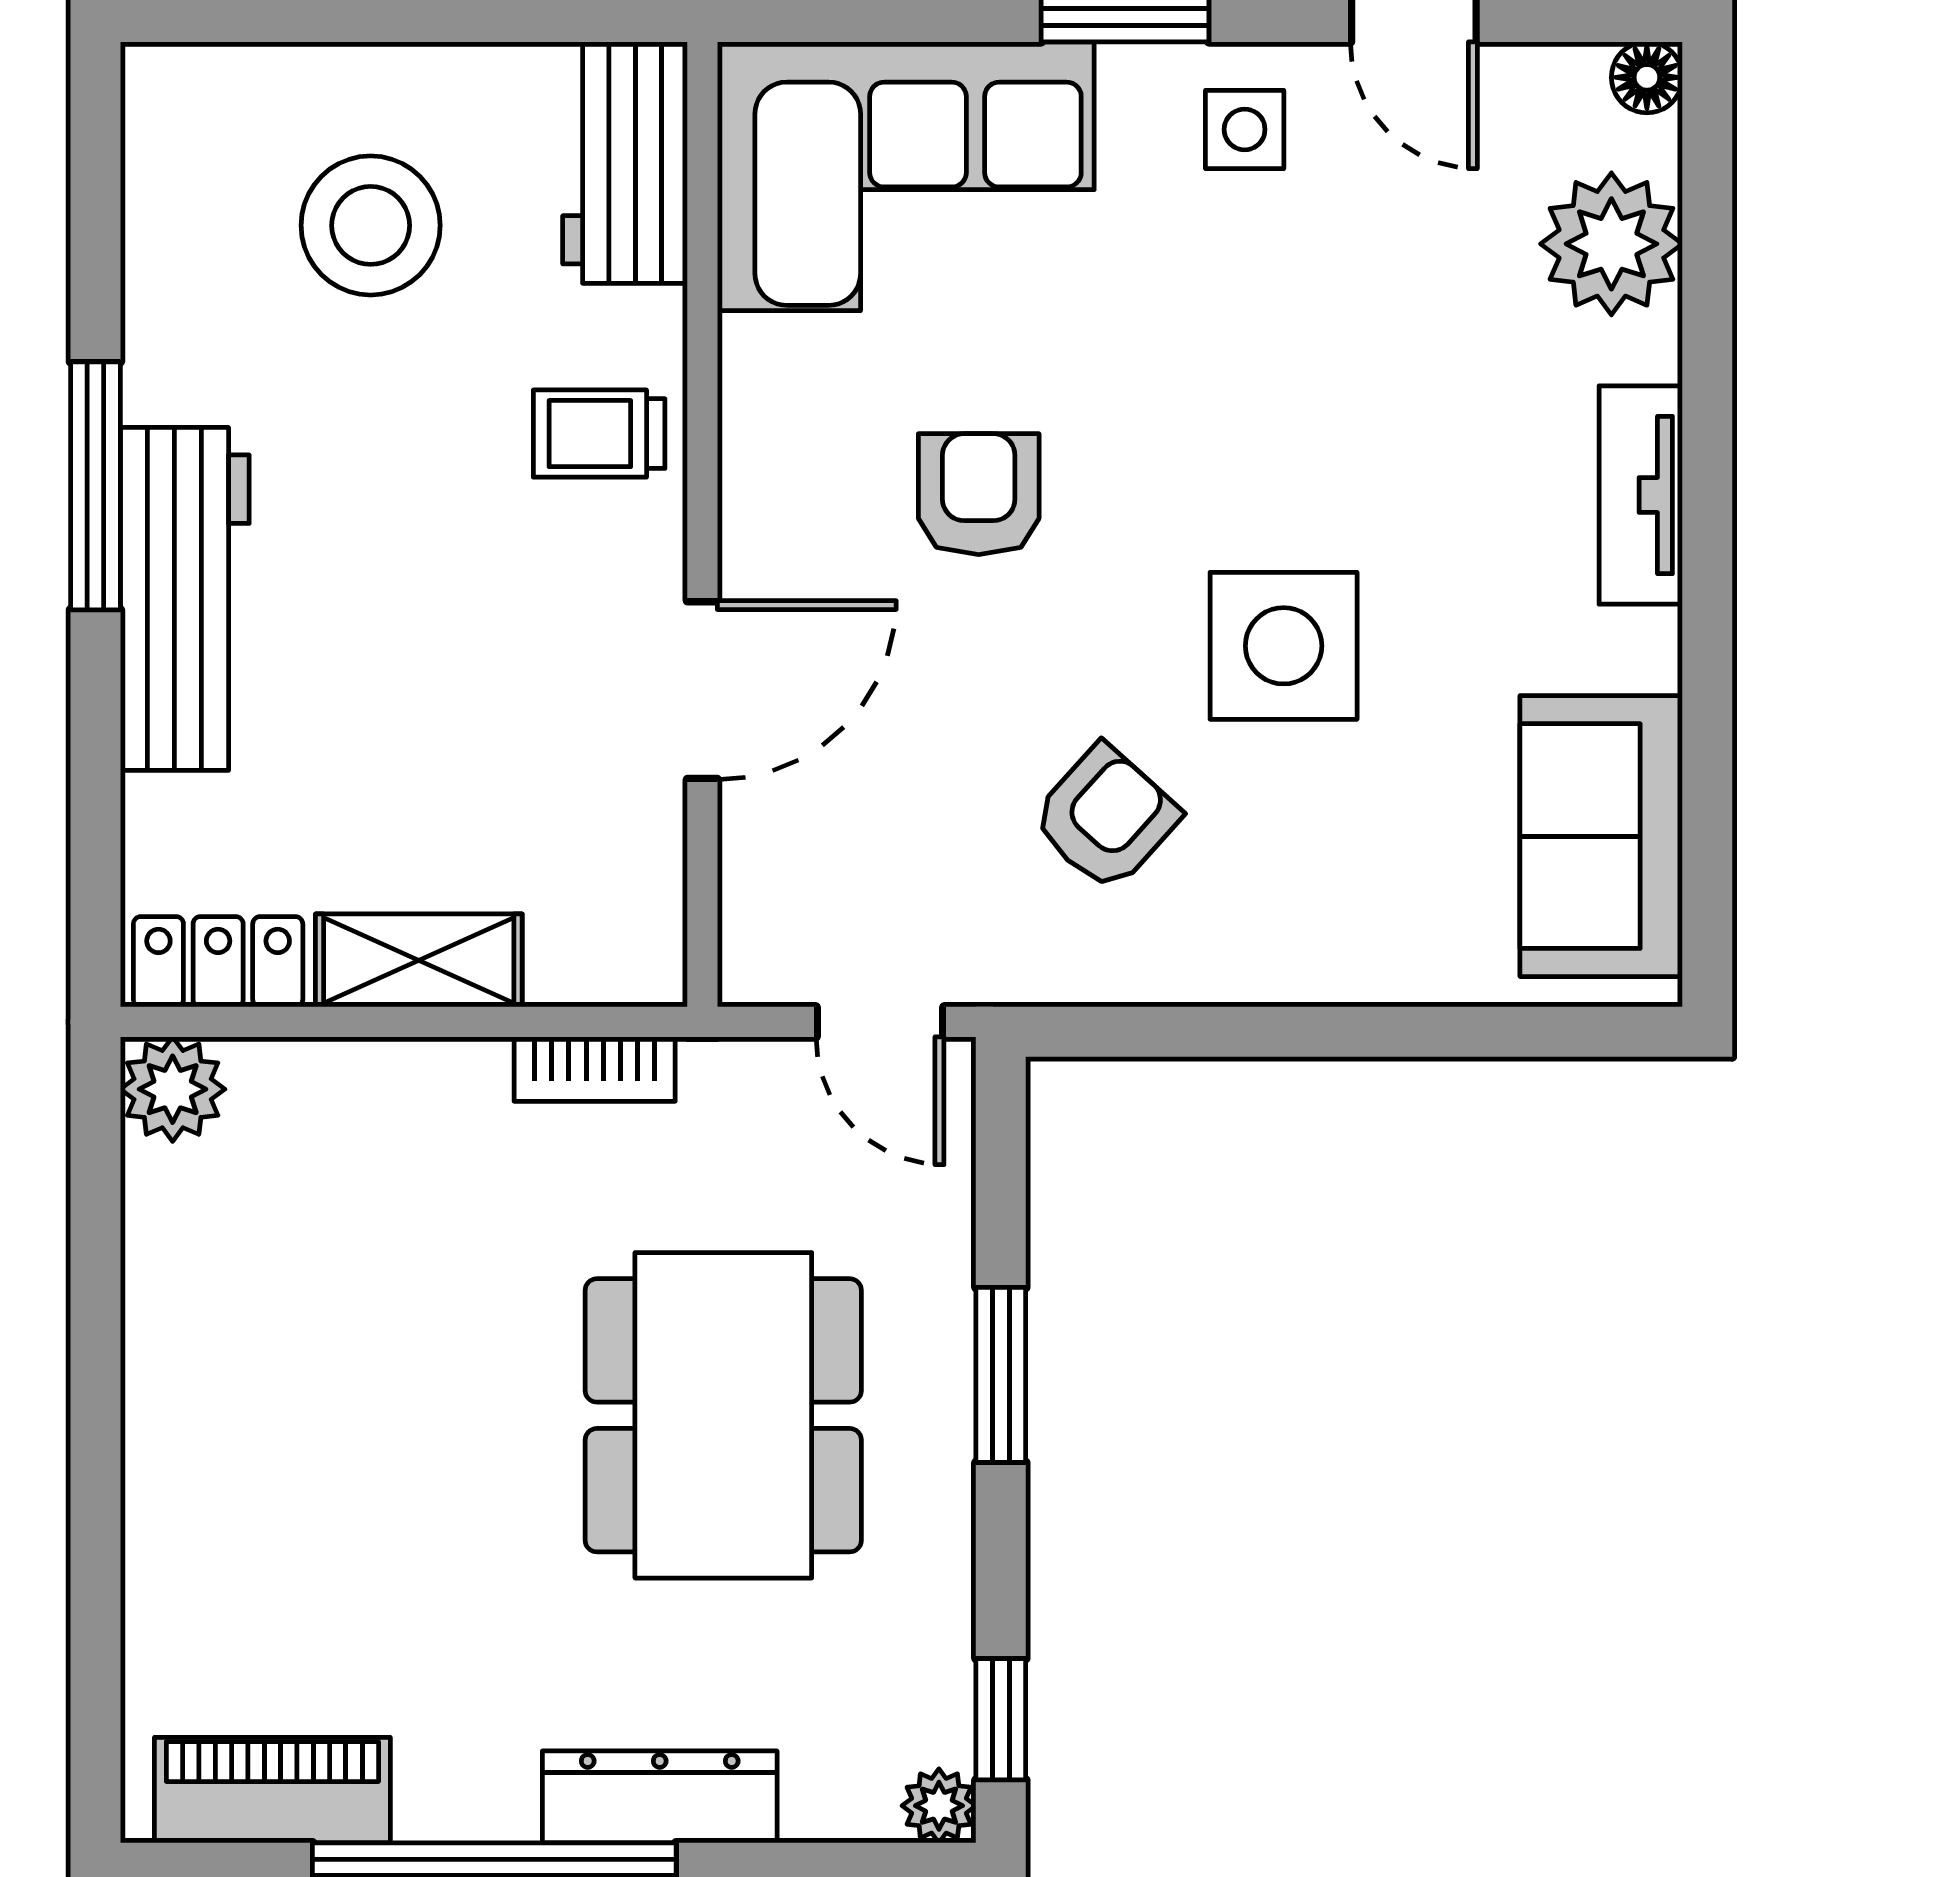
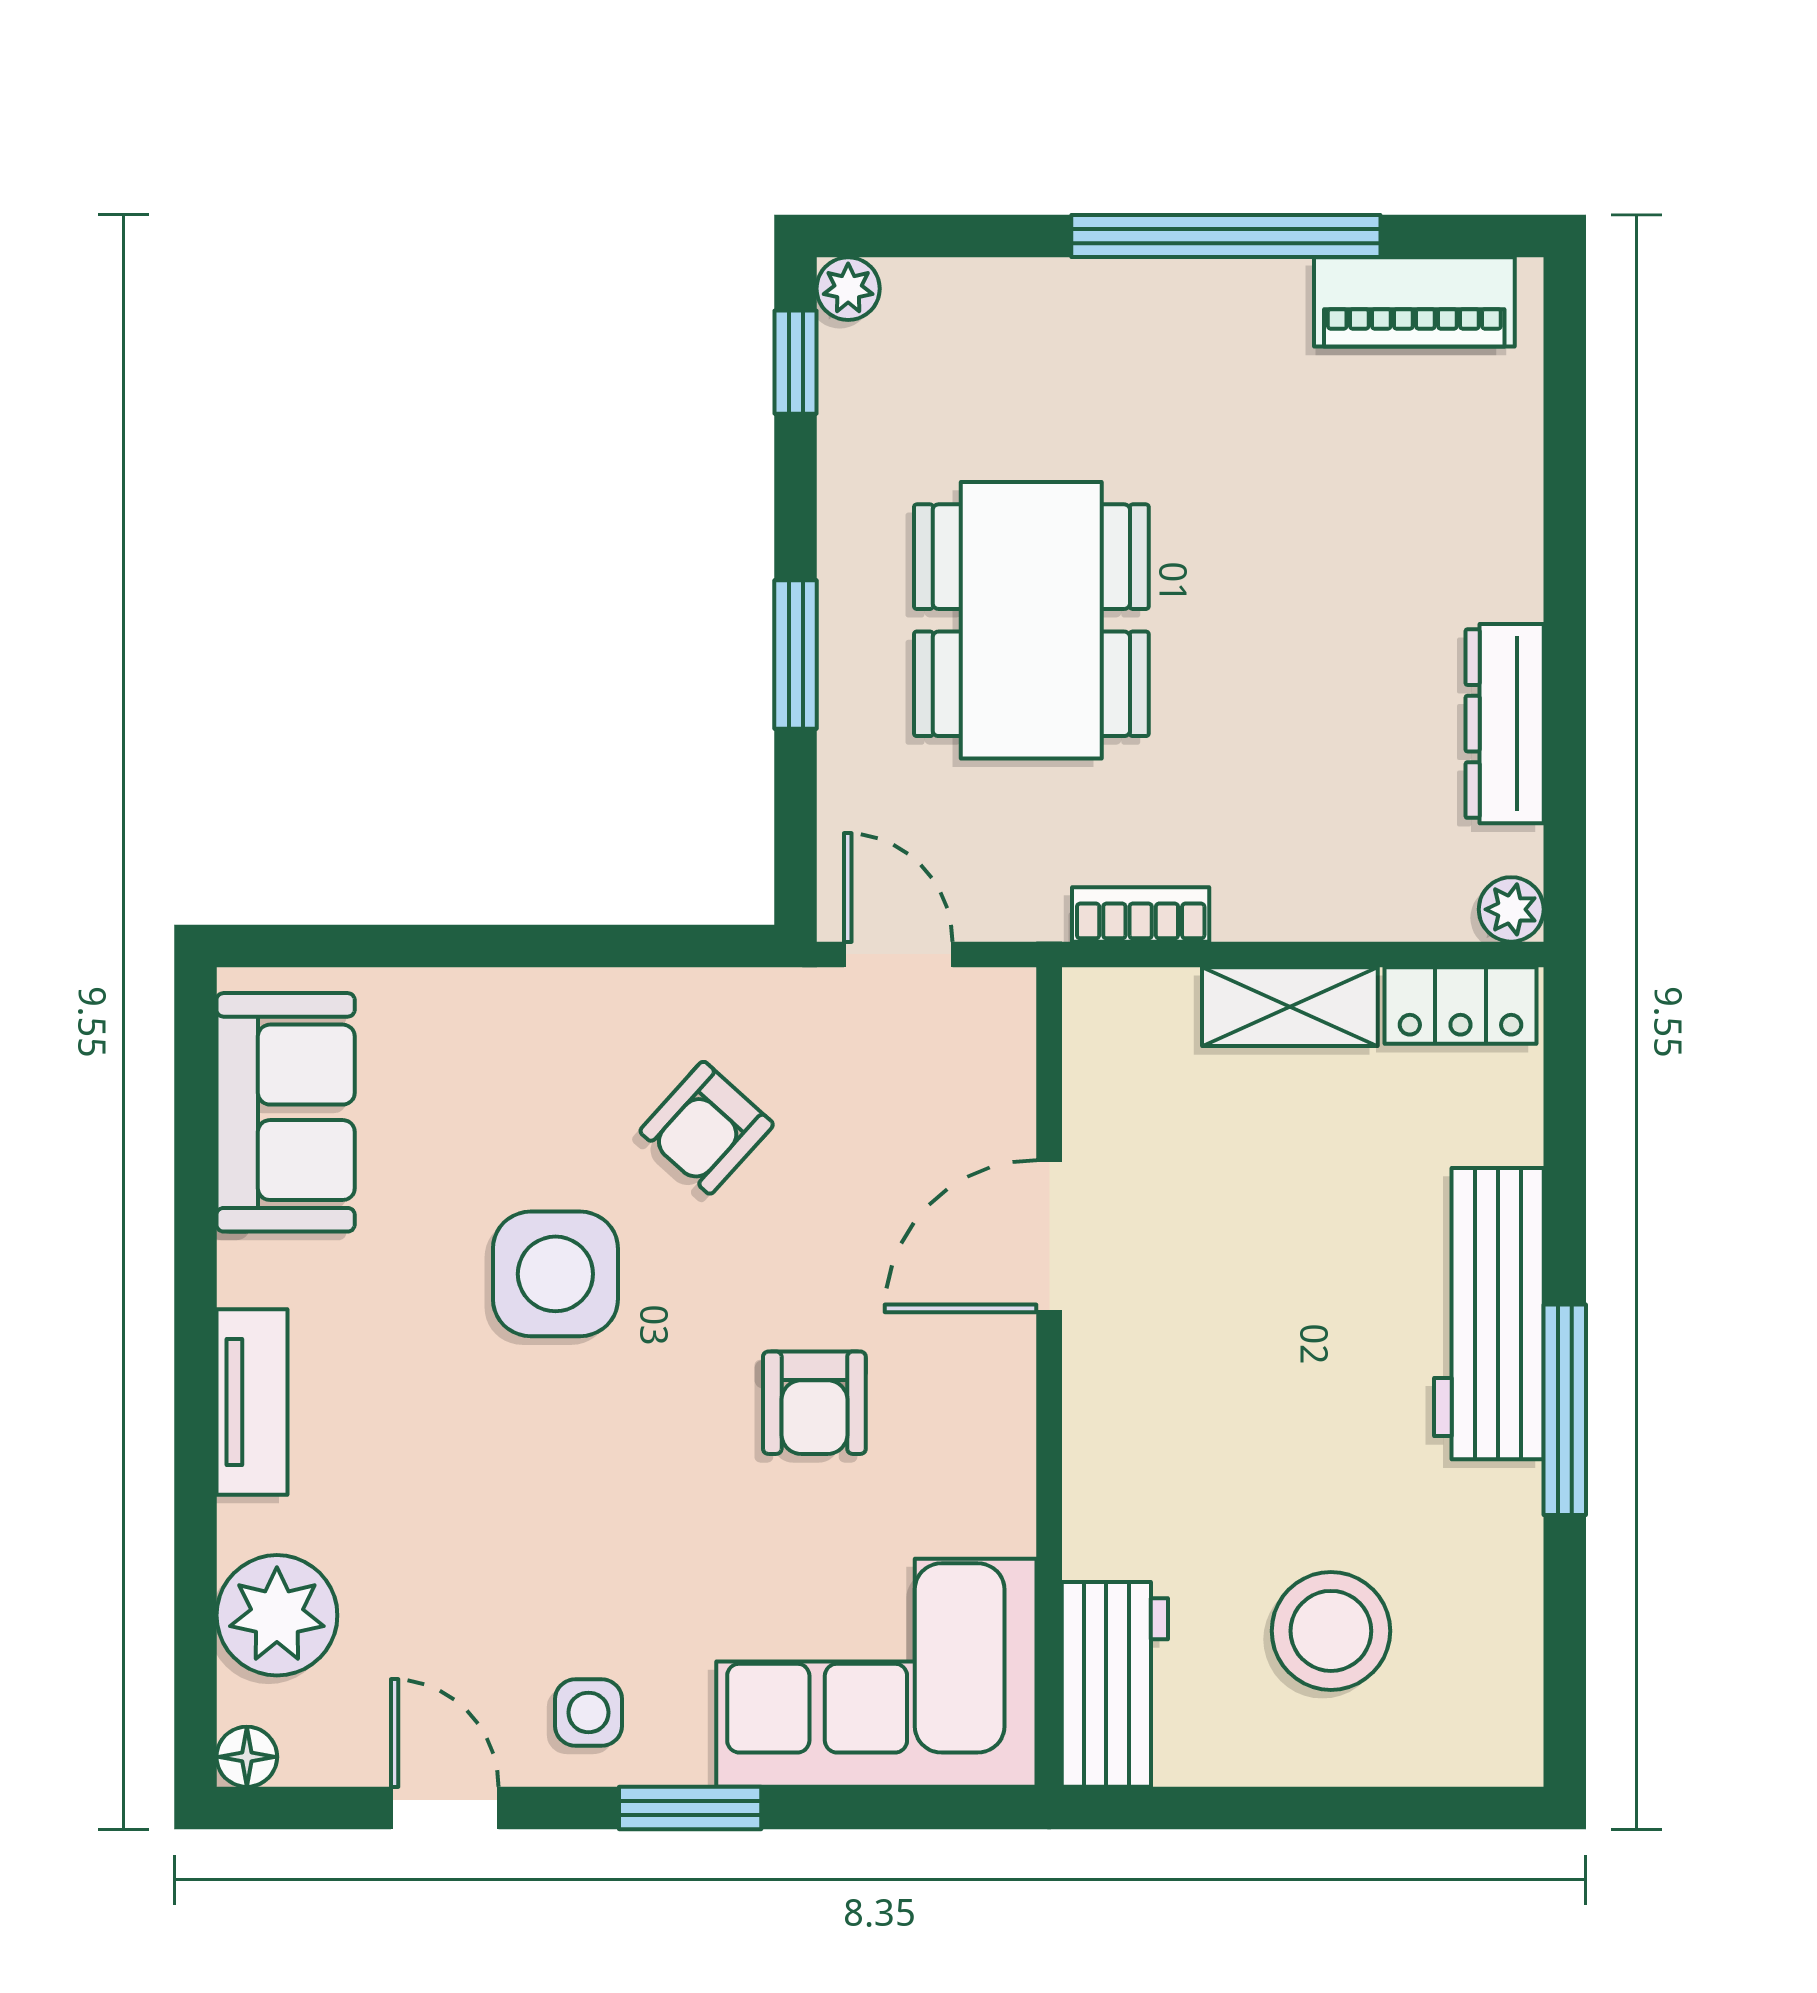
trolley: (599, 434) -> (1137, 1454), removed
plant: (173, 1089) -> (1511, 909), width x0.73, depth x0.73
dresser: (660, 1797) -> (1505, 724), moved, turned 90

